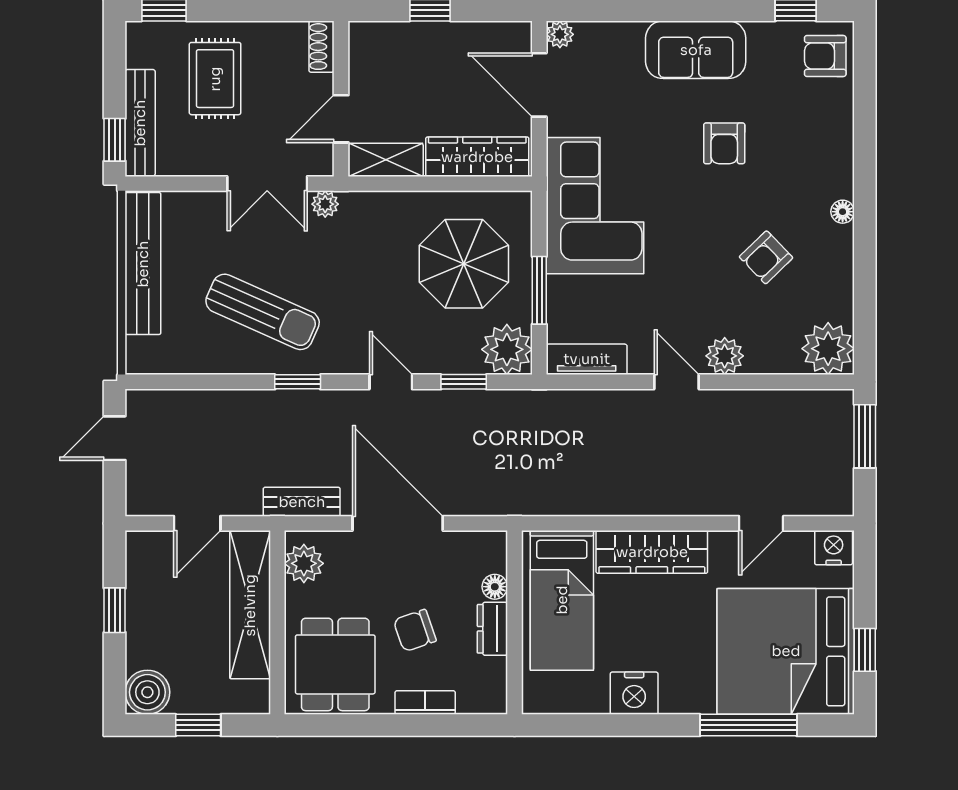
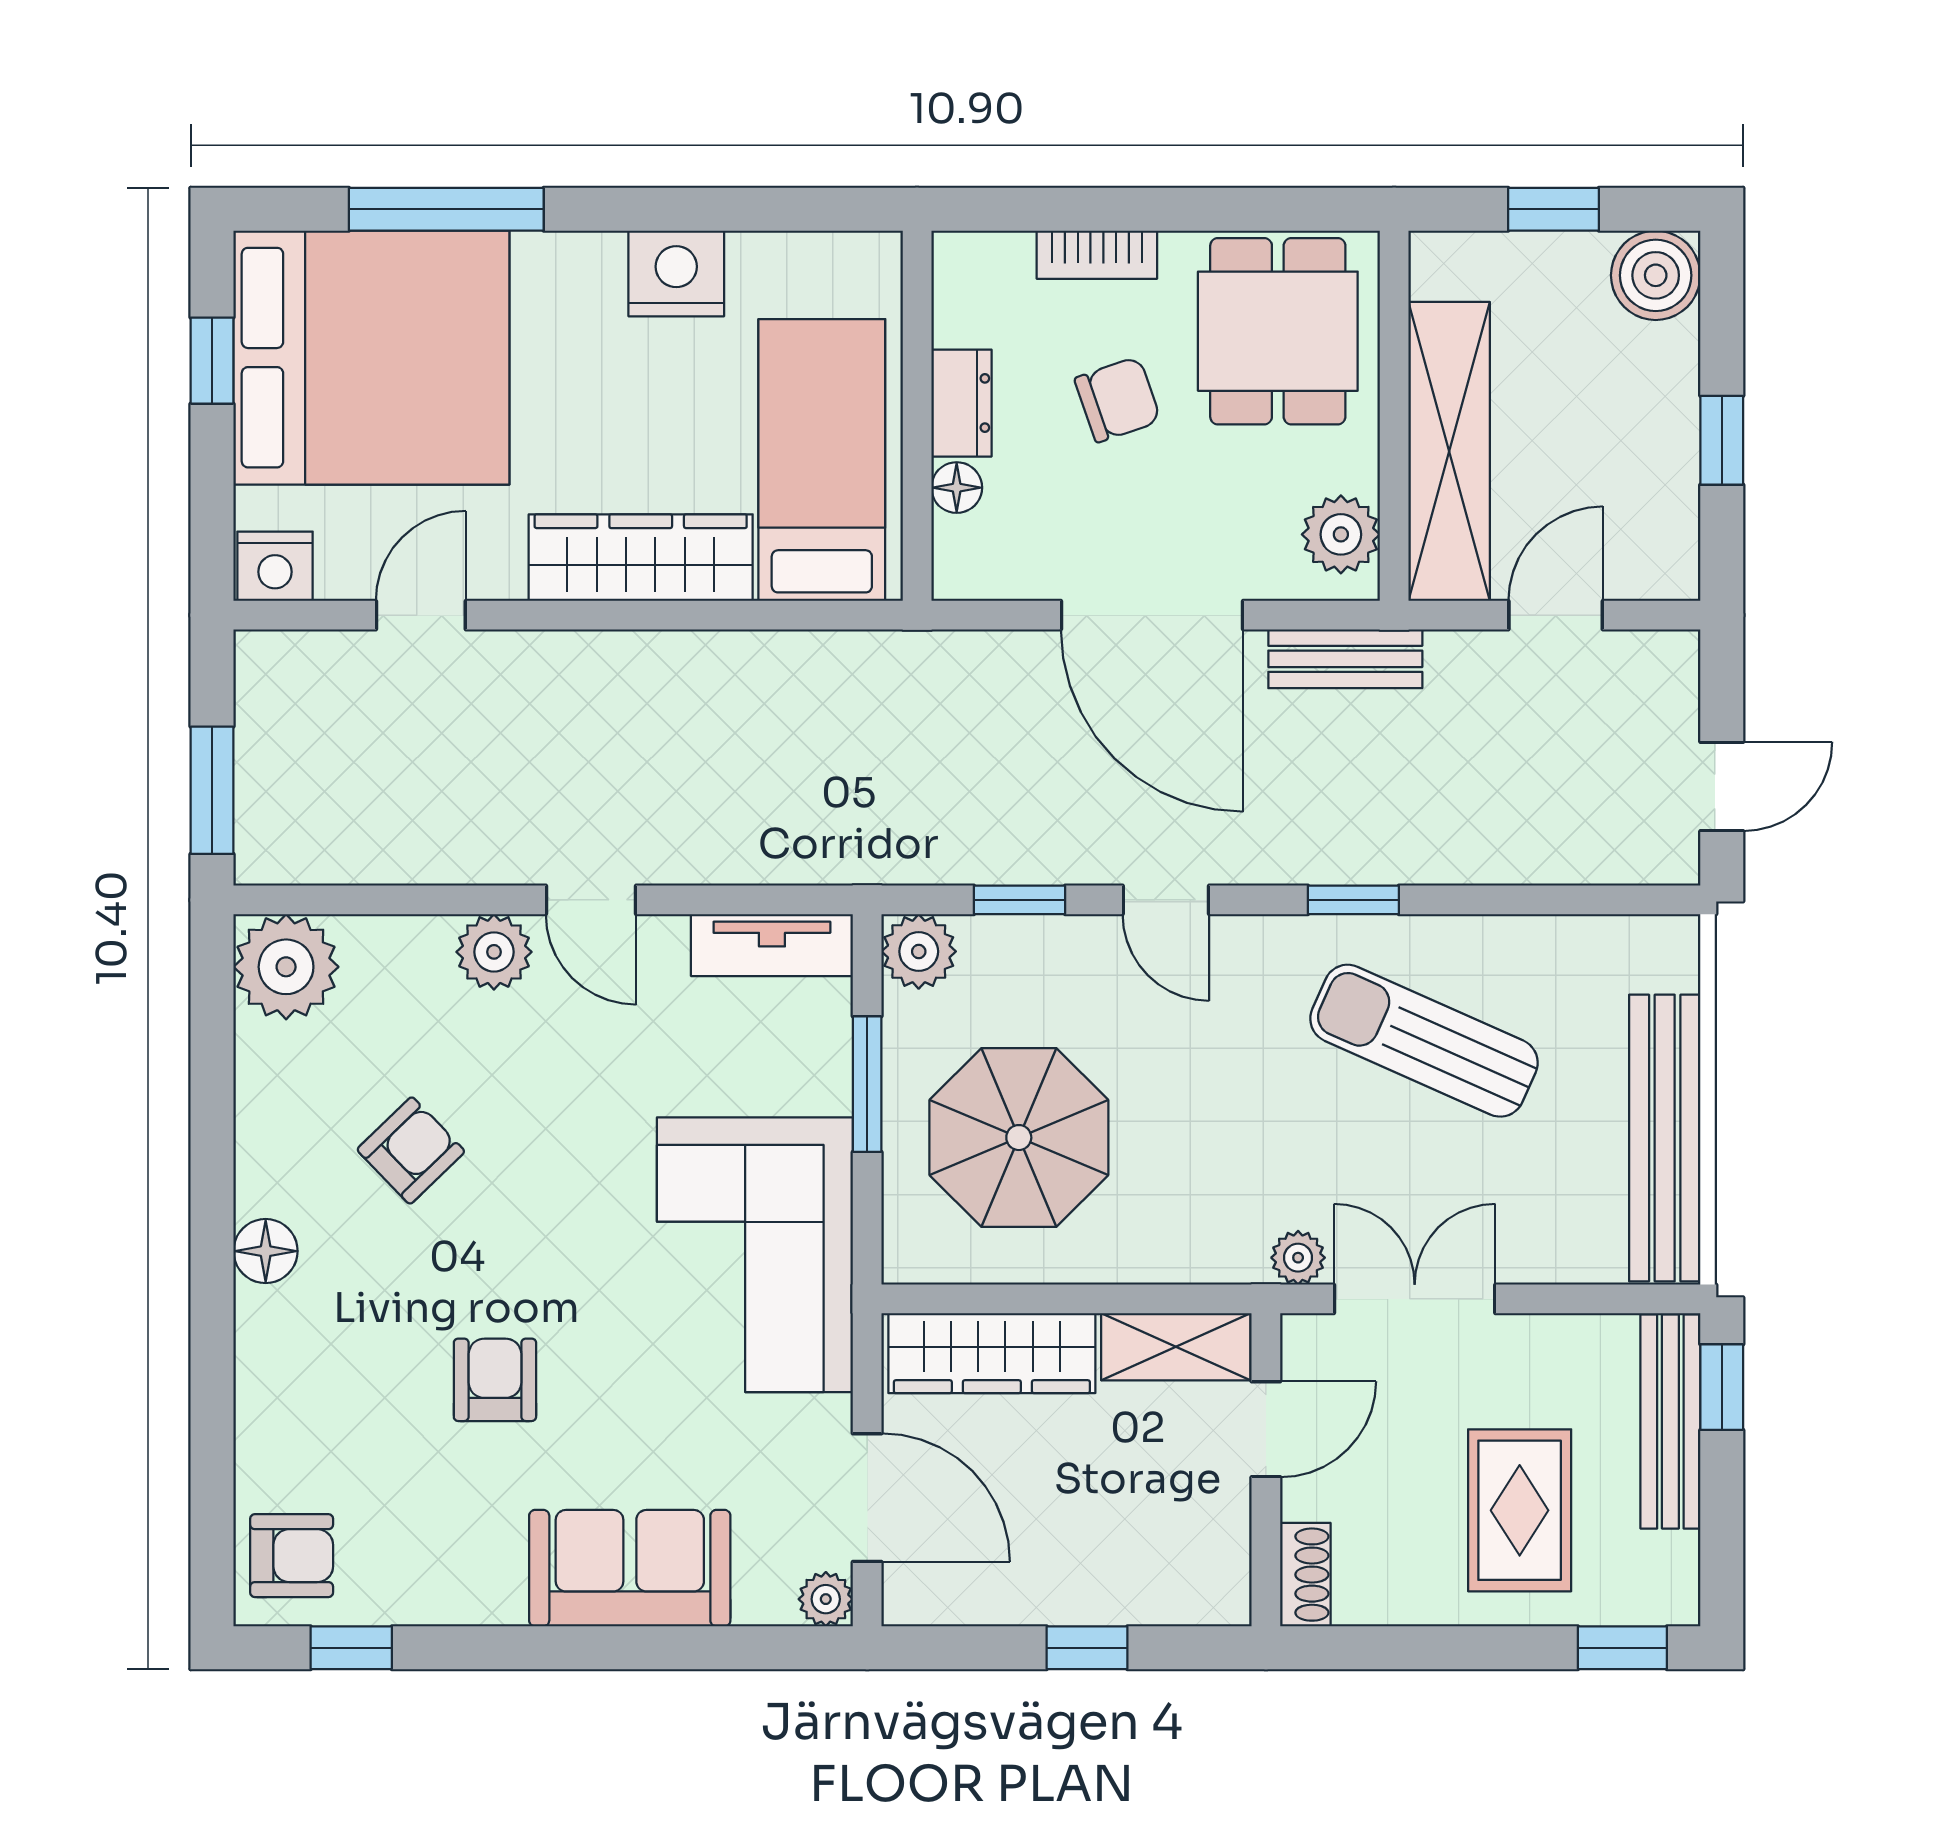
sofa: (696, 50) -> (630, 1568), moved
floor lamp: (843, 212) -> (266, 1251), width x1.37, depth x1.37
plant: (507, 349) -> (919, 951), width x0.73, depth x0.73

